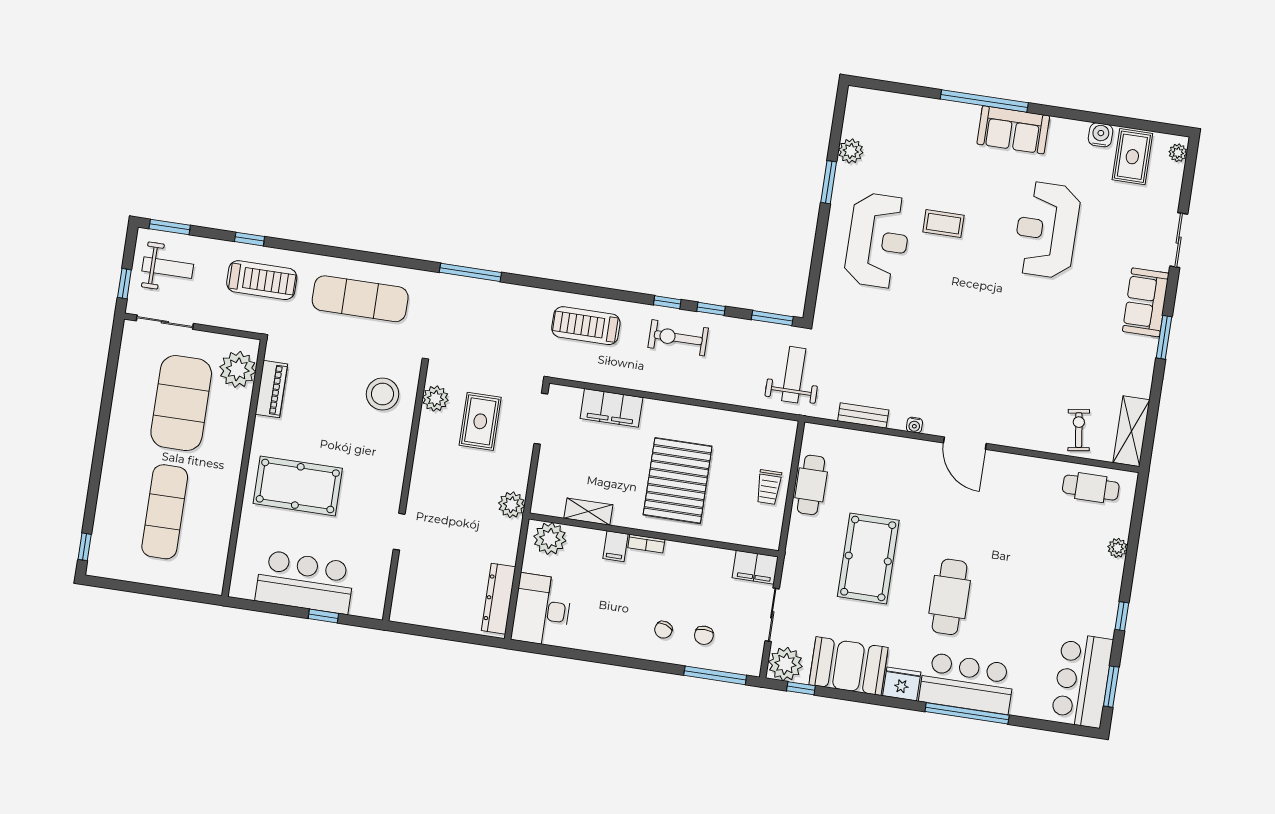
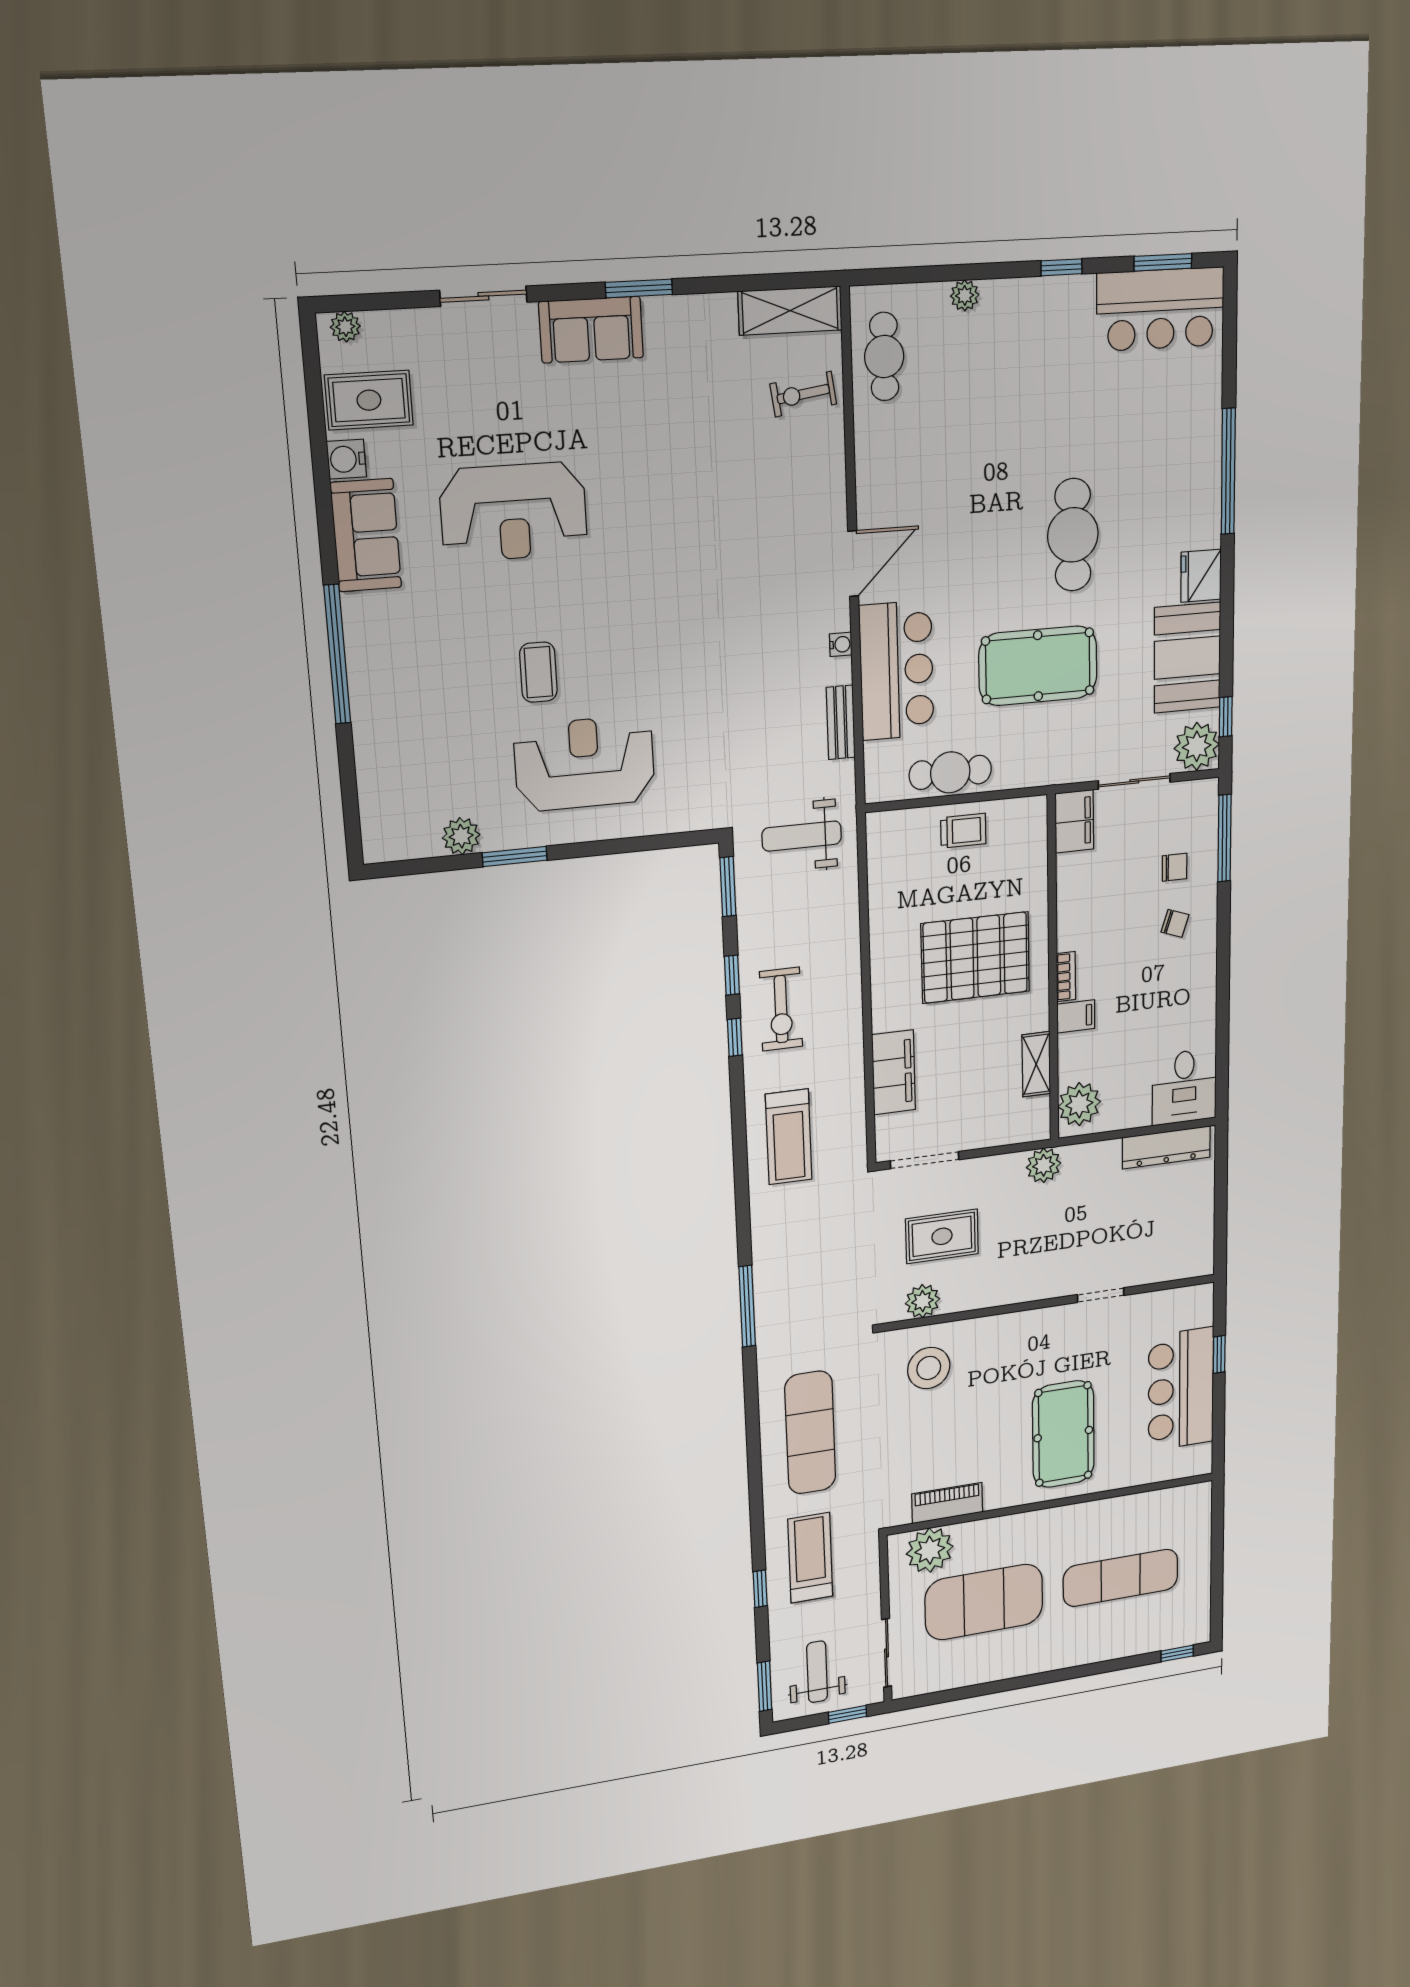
sofa: (1013, 130) -> (366, 535), moved
cafe table: (950, 597) -> (1073, 535), turned 90
desk: (542, 610) -> (1184, 1087), width x0.73
bar counter: (967, 683) -> (897, 670), moved, turned 180

